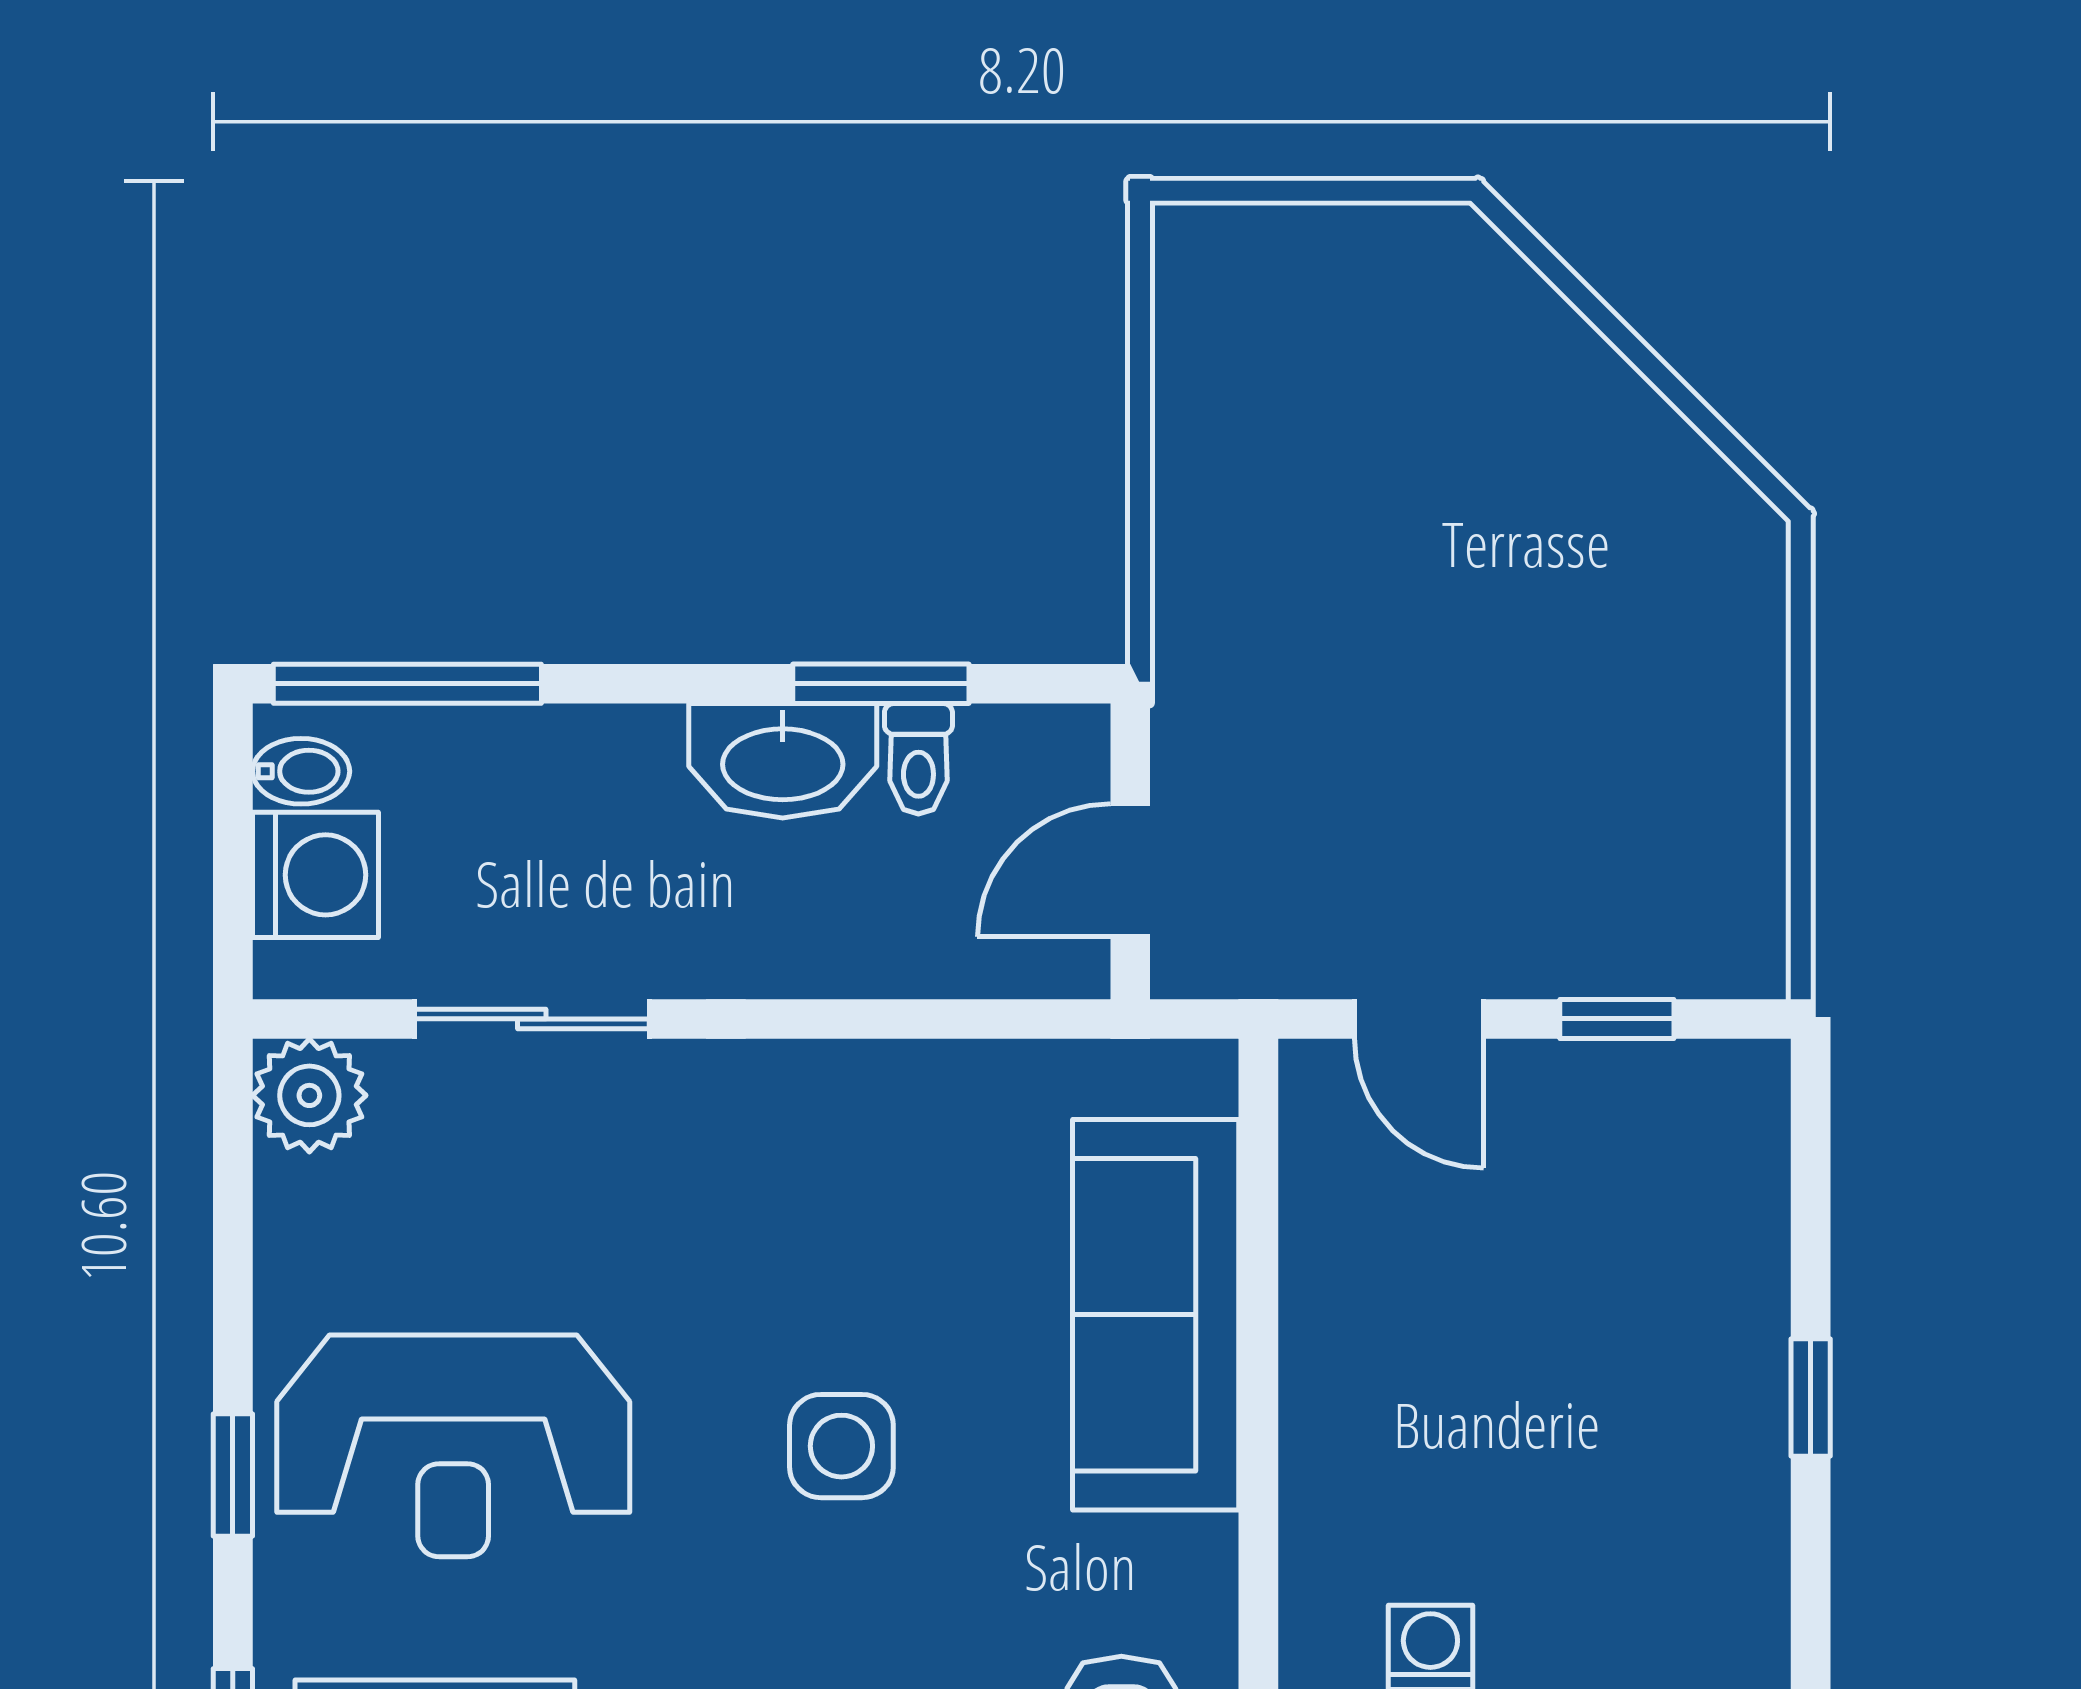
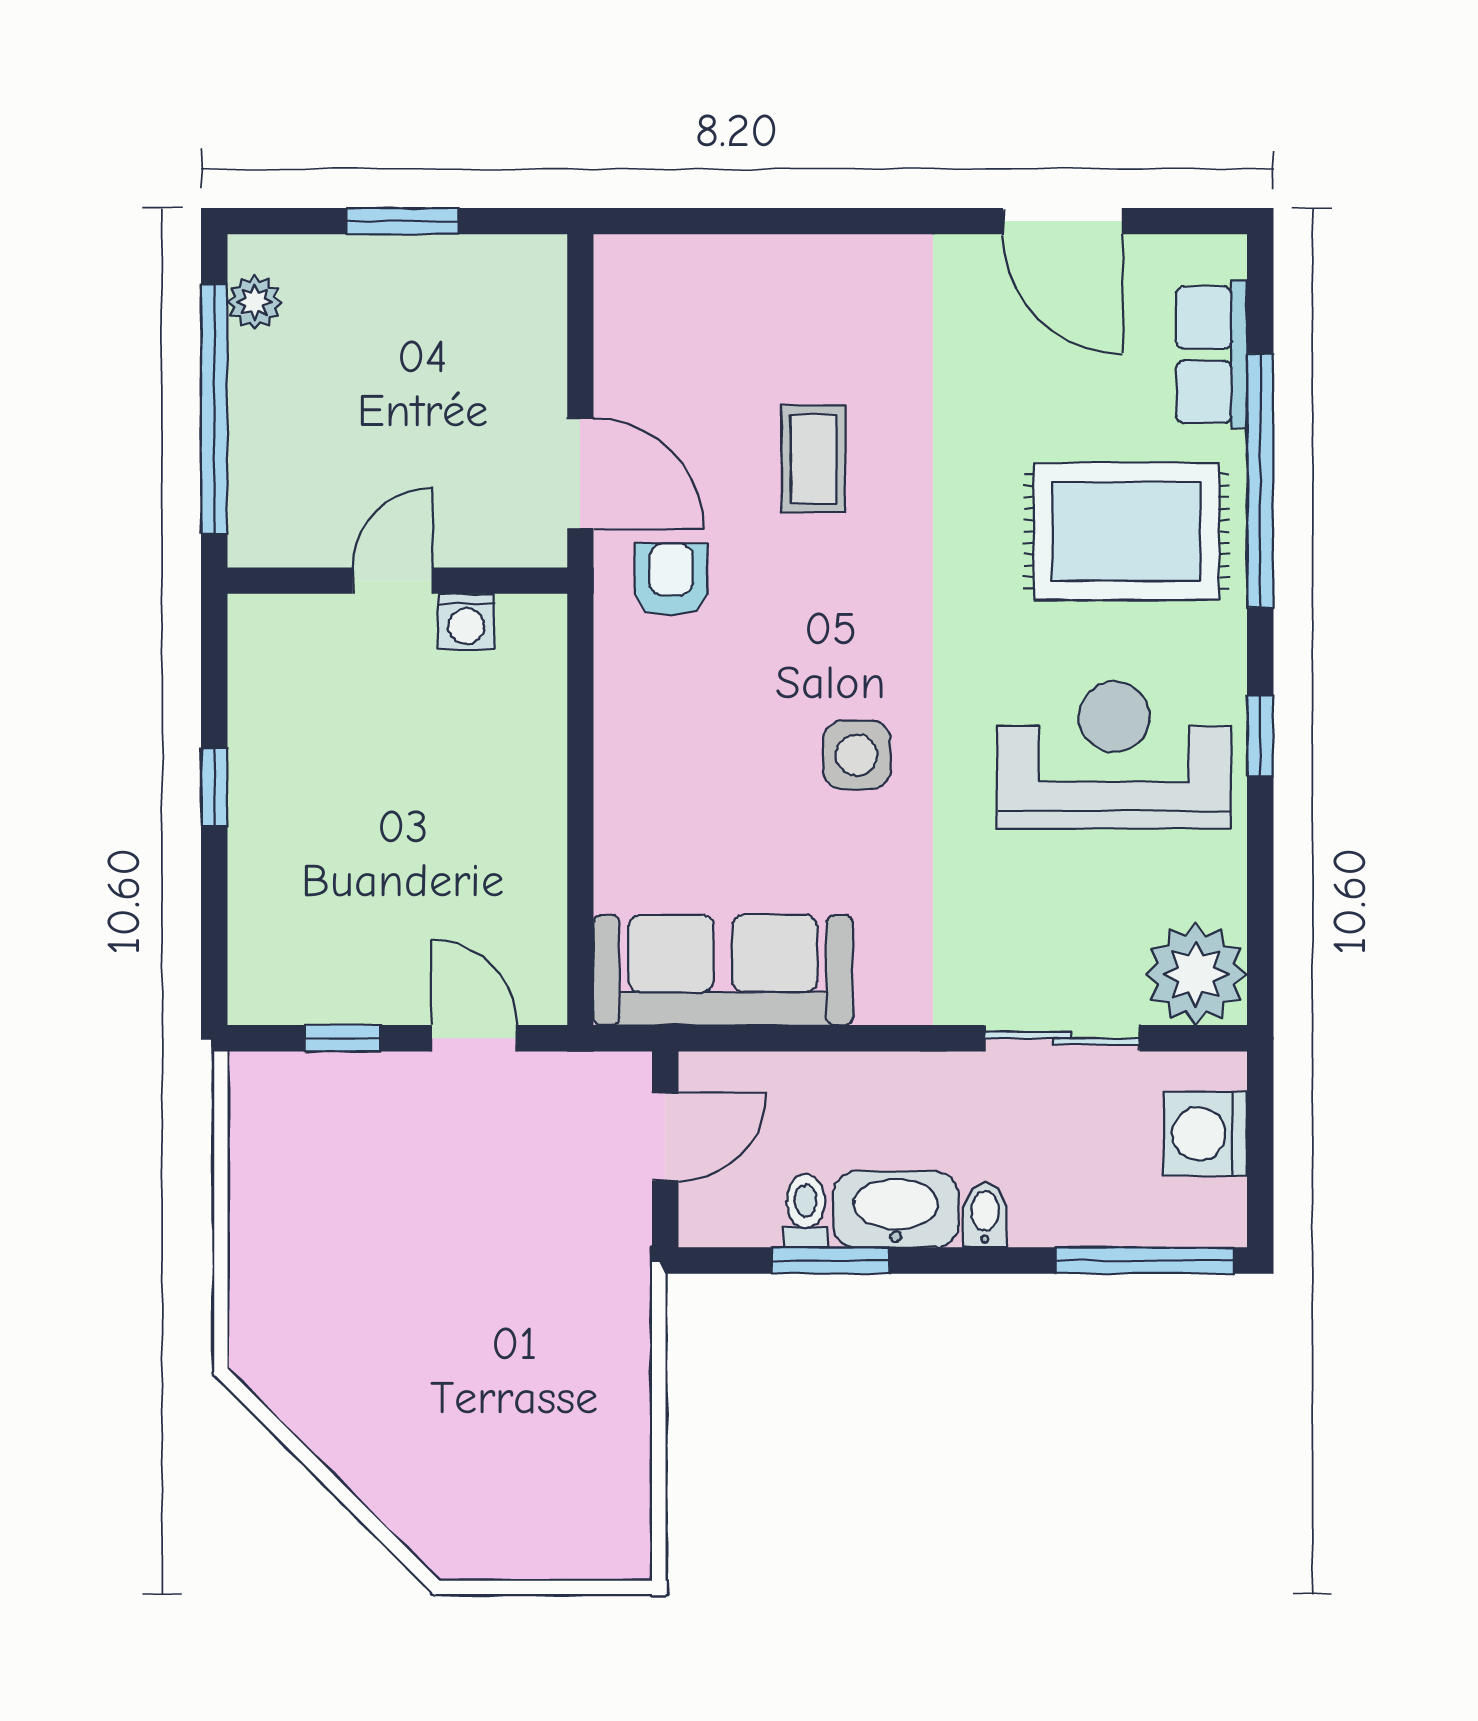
bidet: (301, 771) -> (985, 1215), moved, turned 90
plant: (309, 1095) -> (1196, 974), width x1.36, depth x1.36
sofa: (1156, 1315) -> (723, 970), moved, turned -90

